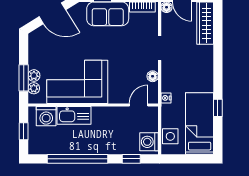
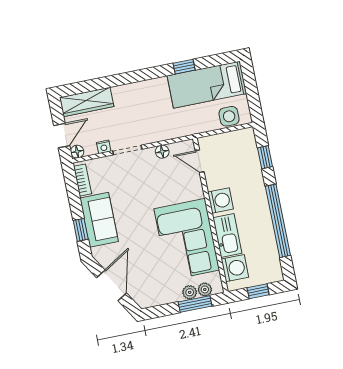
nightstand: (166, 98) -> (104, 147), moved
washing machine: (149, 142) -> (220, 200), moved, turned -90

